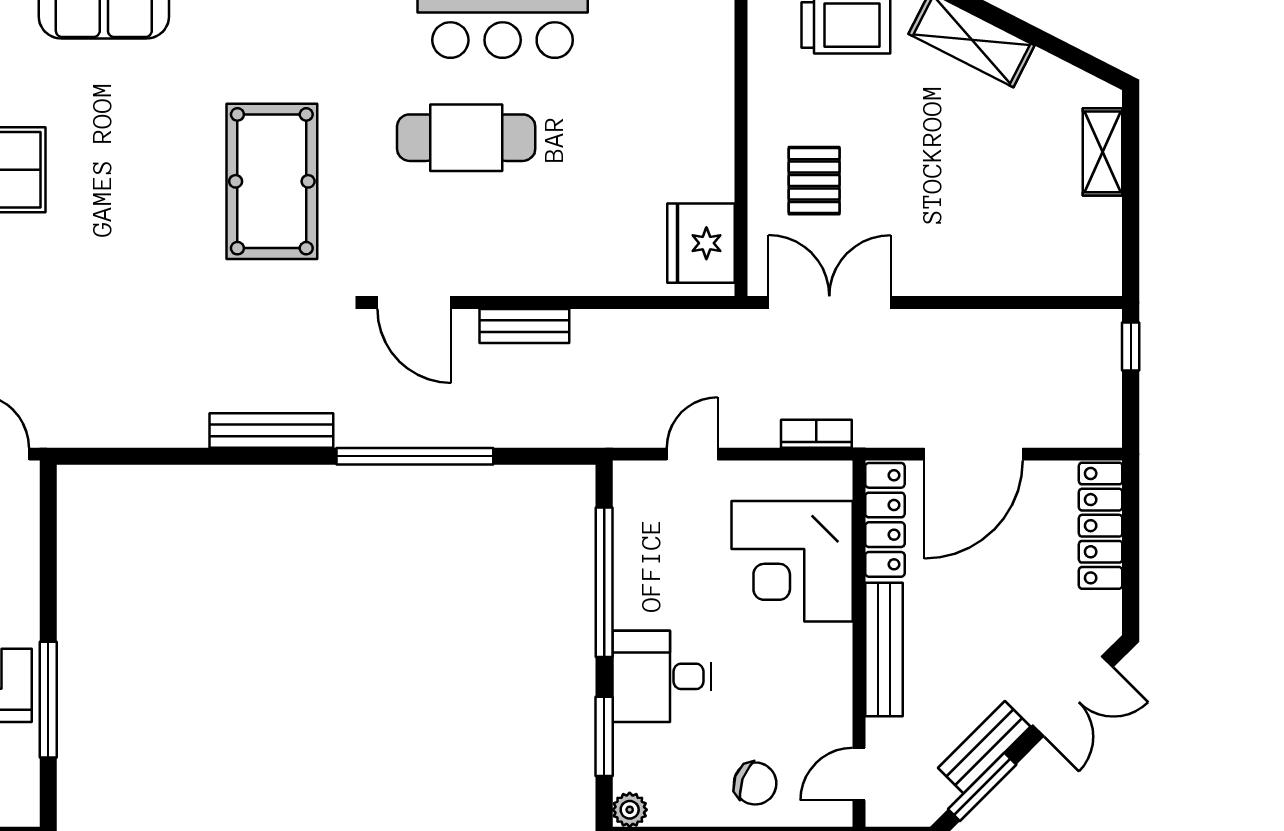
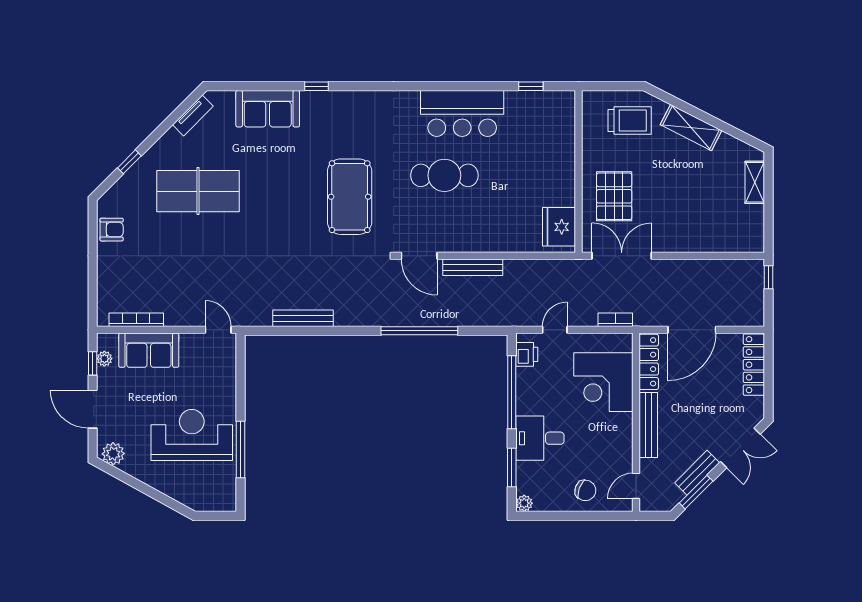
pallet: (814, 181) -> (614, 196), width x1.50, depth x1.42
bench: (524, 326) -> (473, 267), width x1.36
bench: (271, 431) -> (303, 318), moved
printer: (635, 504) -> (527, 354), added

